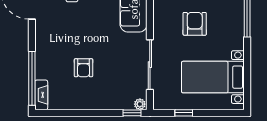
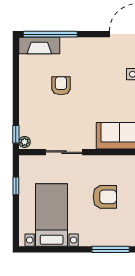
sliding door: (150, 65) -> (64, 152), width x0.73
armchair: (84, 68) -> (61, 86), turned 90
fireplace: (41, 95) -> (39, 45), width x1.37, depth x1.32

